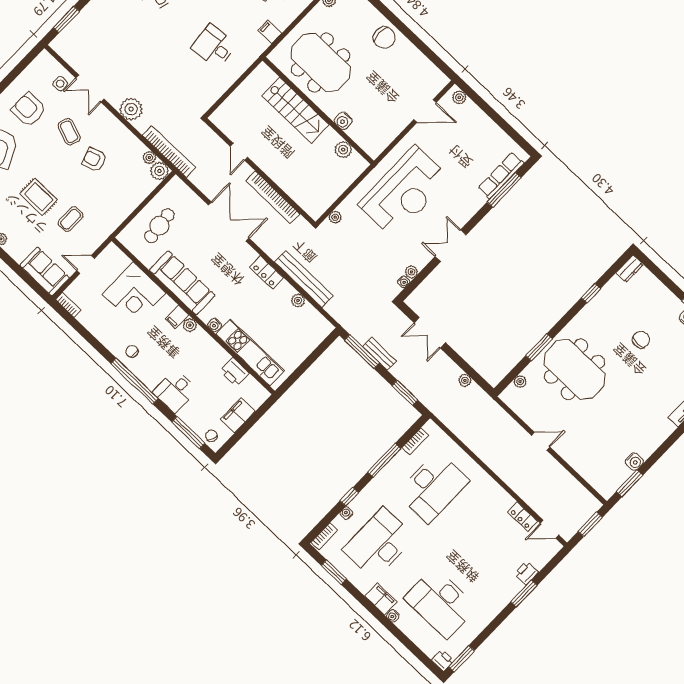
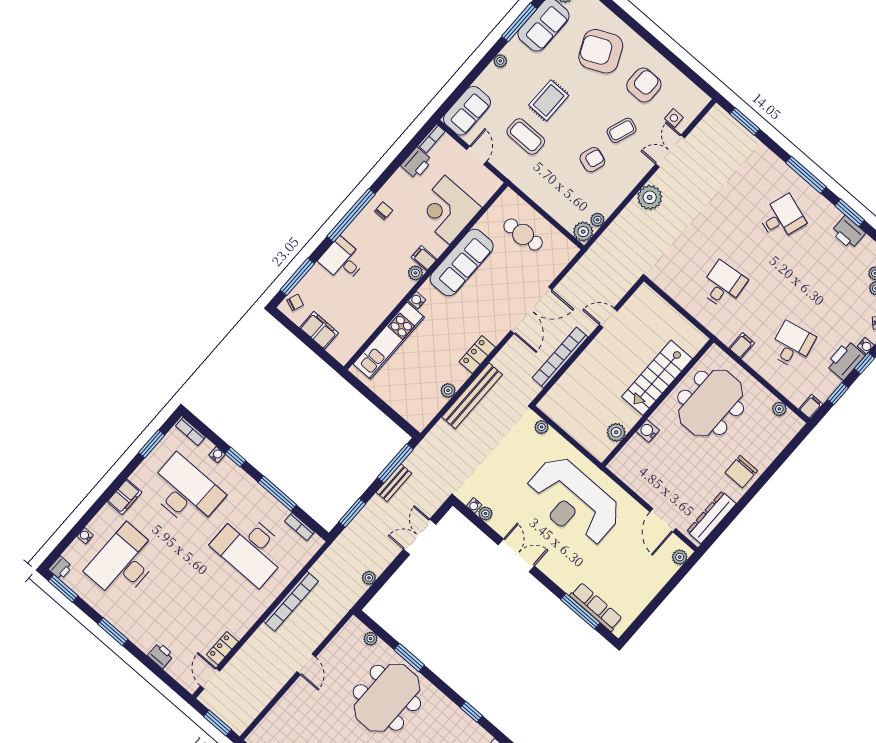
dresser: (425, 67) -> (711, 517), added
bookcase: (169, 151) -> (291, 601), moved
armchair: (94, 160) -> (592, 160), turned 36
coffee table: (71, 219) -> (526, 136), width x1.36, depth x1.30
printer: (234, 372) -> (417, 163), moved, turned 180
window: (524, 594) -> (113, 632), moved
water cooler: (393, 616) -> (85, 536), moved

